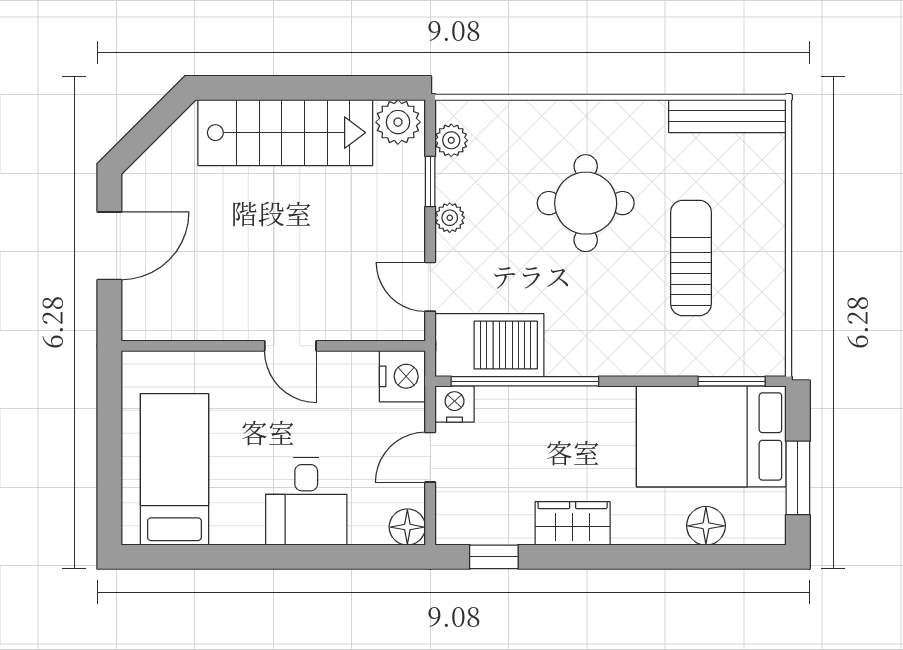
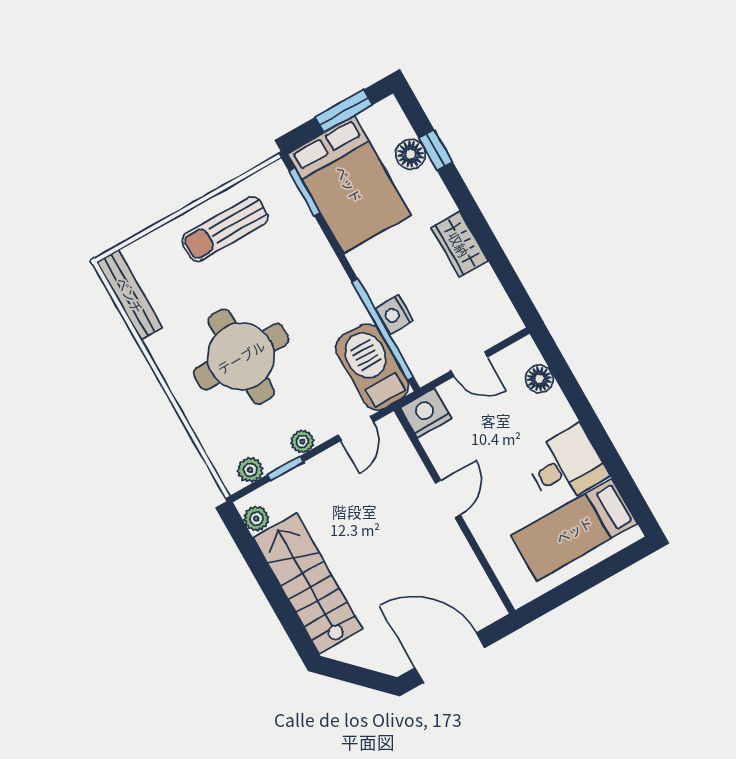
plant: (398, 122) -> (256, 519), width x0.73, depth x0.73
round table: (586, 203) -> (241, 357), width x1.36, depth x1.36
door: (109, 246) -> (450, 658), width x1.36
sun lounger: (691, 258) -> (225, 229), moved
nightstand: (454, 404) -> (394, 314), moved
desk: (306, 501) -> (566, 466), moved
floor lamp: (407, 527) -> (539, 379), moved
window: (494, 557) -> (436, 150), moved

